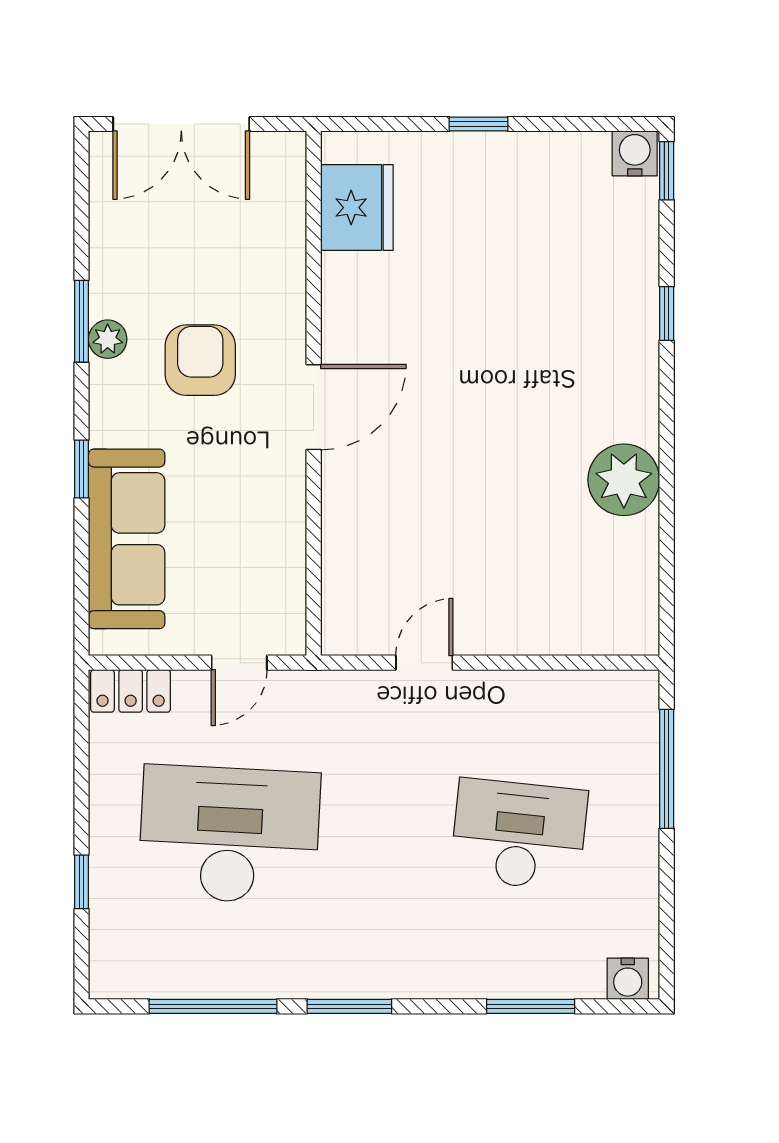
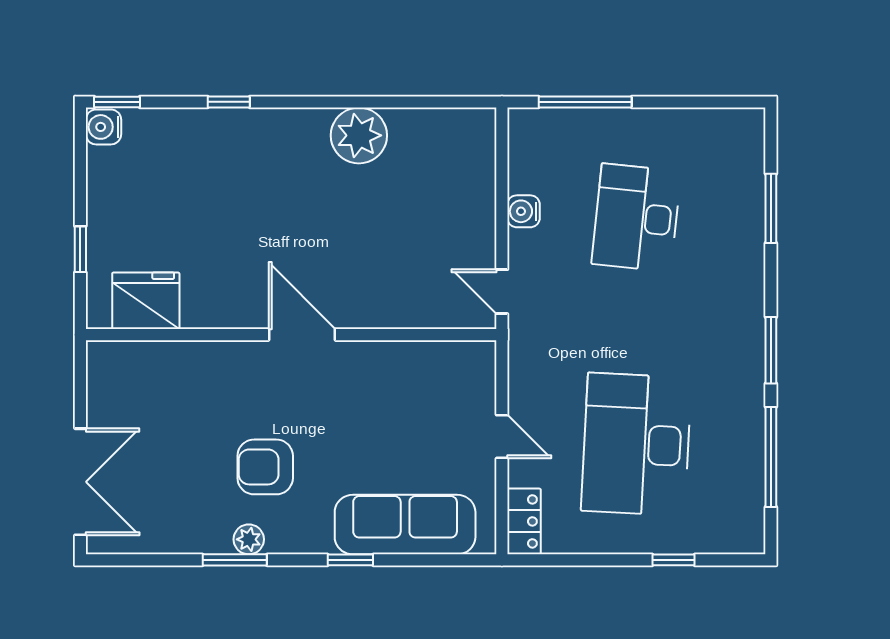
fridge: (357, 208) -> (146, 301), moved
wall: (314, 393) -> (291, 335), moved
door: (314, 407) -> (302, 335), moved
water cooler: (628, 979) -> (524, 211), moved, turned 180

